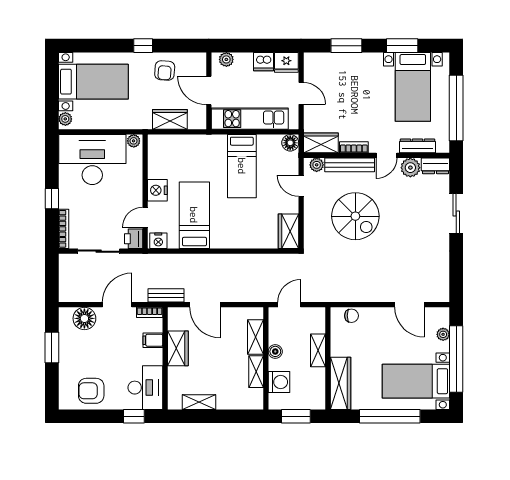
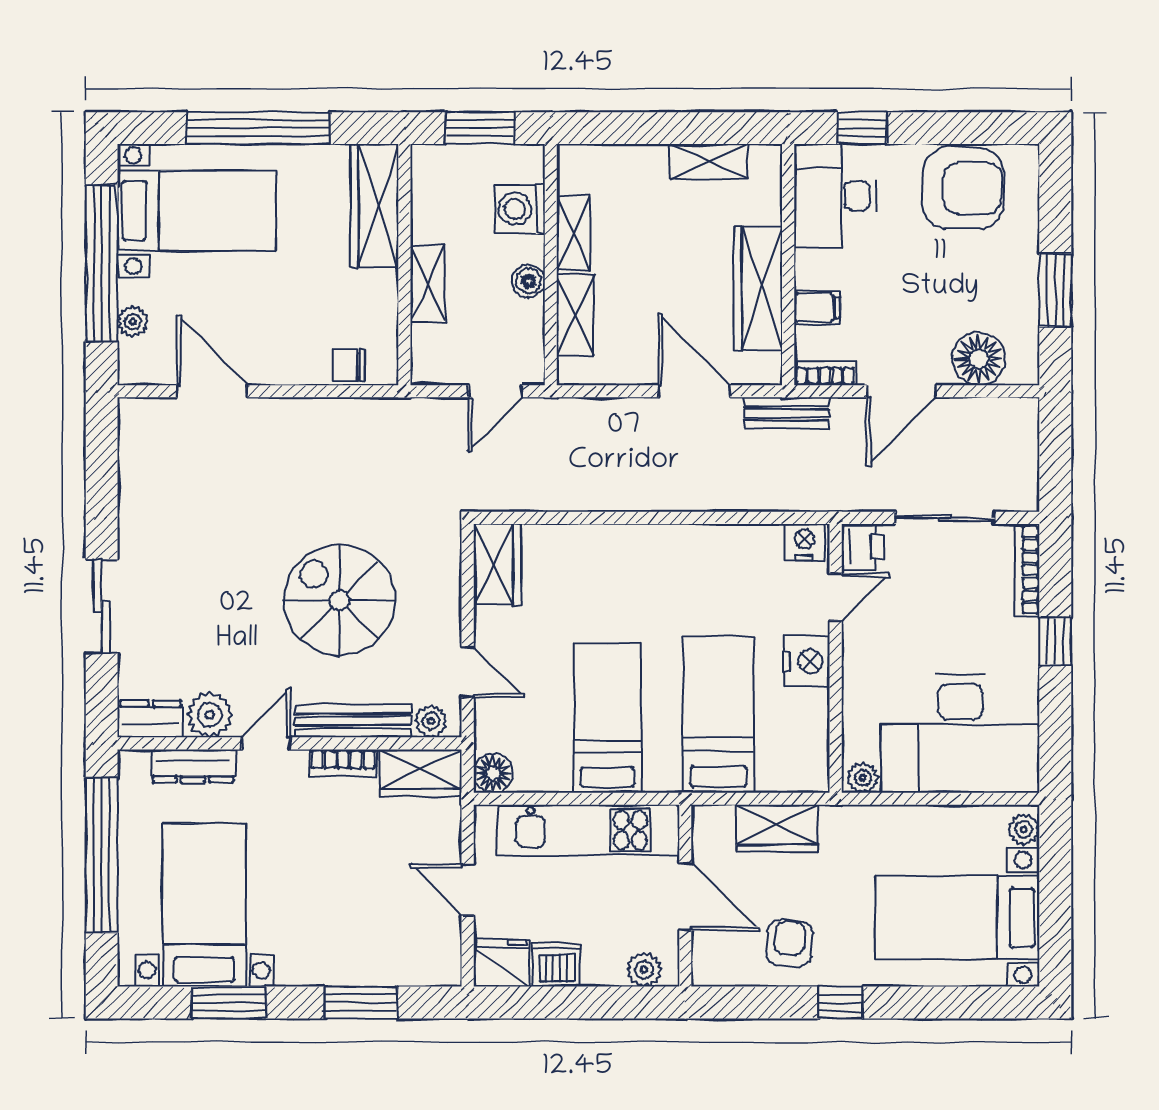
bed: (194, 215) -> (718, 714), moved, turned 180
wardrobe: (178, 348) -> (758, 288), width x1.50
armchair: (91, 391) -> (963, 188), width x1.36, depth x1.36

